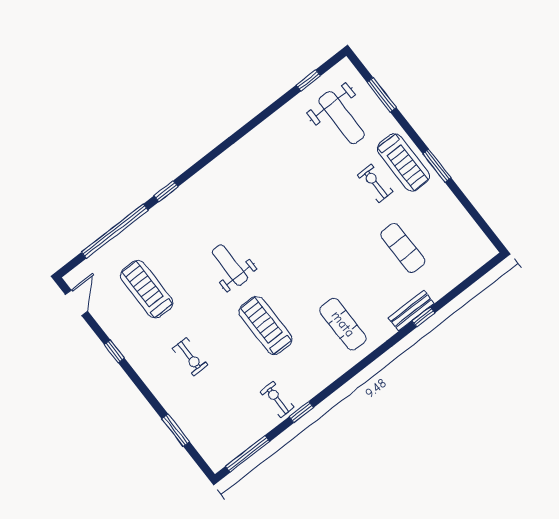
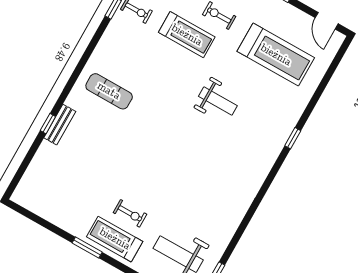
window: (115, 231) -> (320, 90), removed
exercise mat: (403, 248) -> (87, 171), removed
treadmill: (147, 289) -> (276, 55), width x1.37, depth x1.38
treadmill: (265, 325) -> (187, 35), moved

